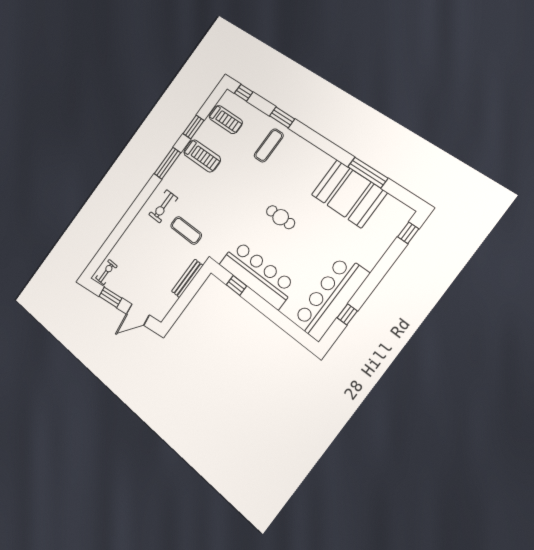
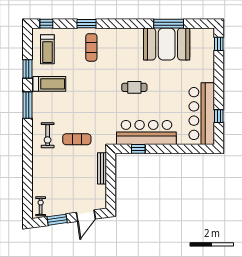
treadmill: (226, 120) -> (47, 49), turned 90

